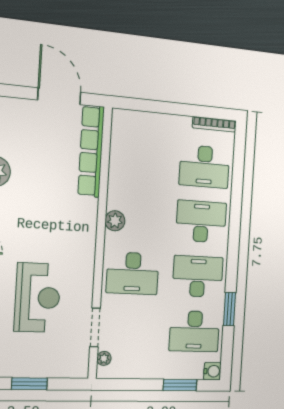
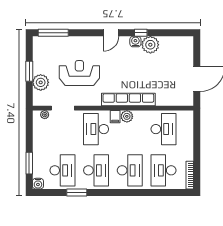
row of seats: (91, 151) -> (128, 100), moved
desk: (139, 161) -> (163, 129), added
filing cabinet: (114, 240) -> (115, 117), added
reception desk: (38, 298) -> (79, 73), turned 180
desk: (194, 331) -> (62, 170), turned 180
plant: (50, 364) -> (41, 82), added

